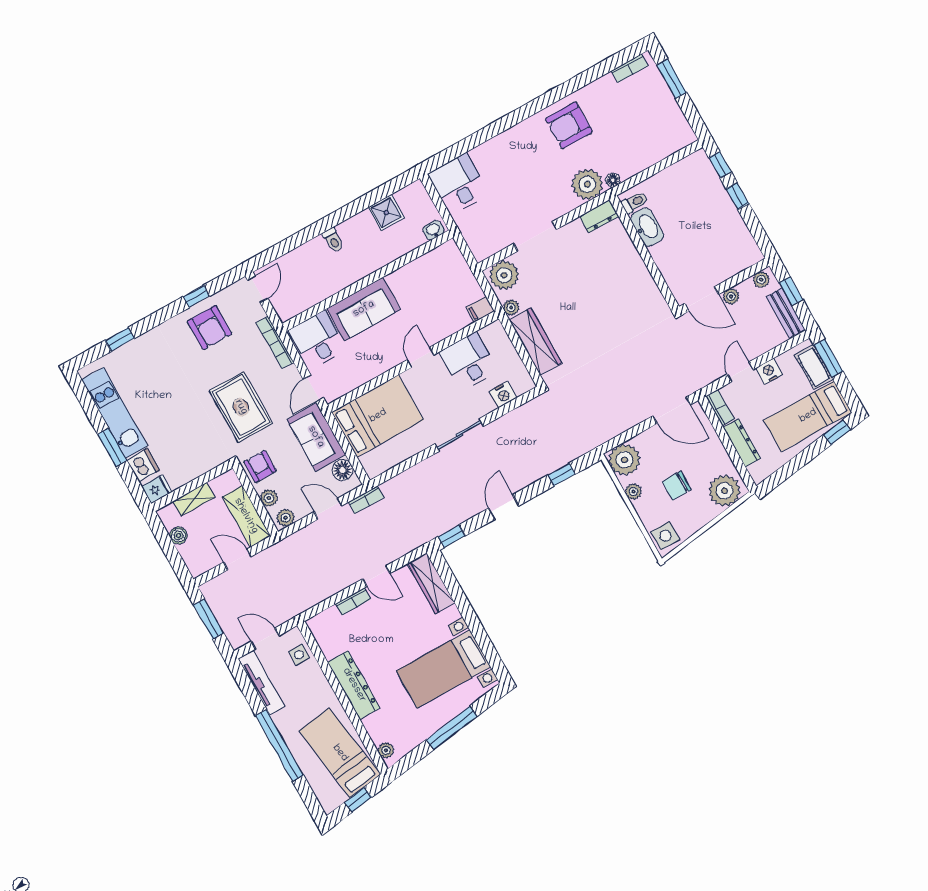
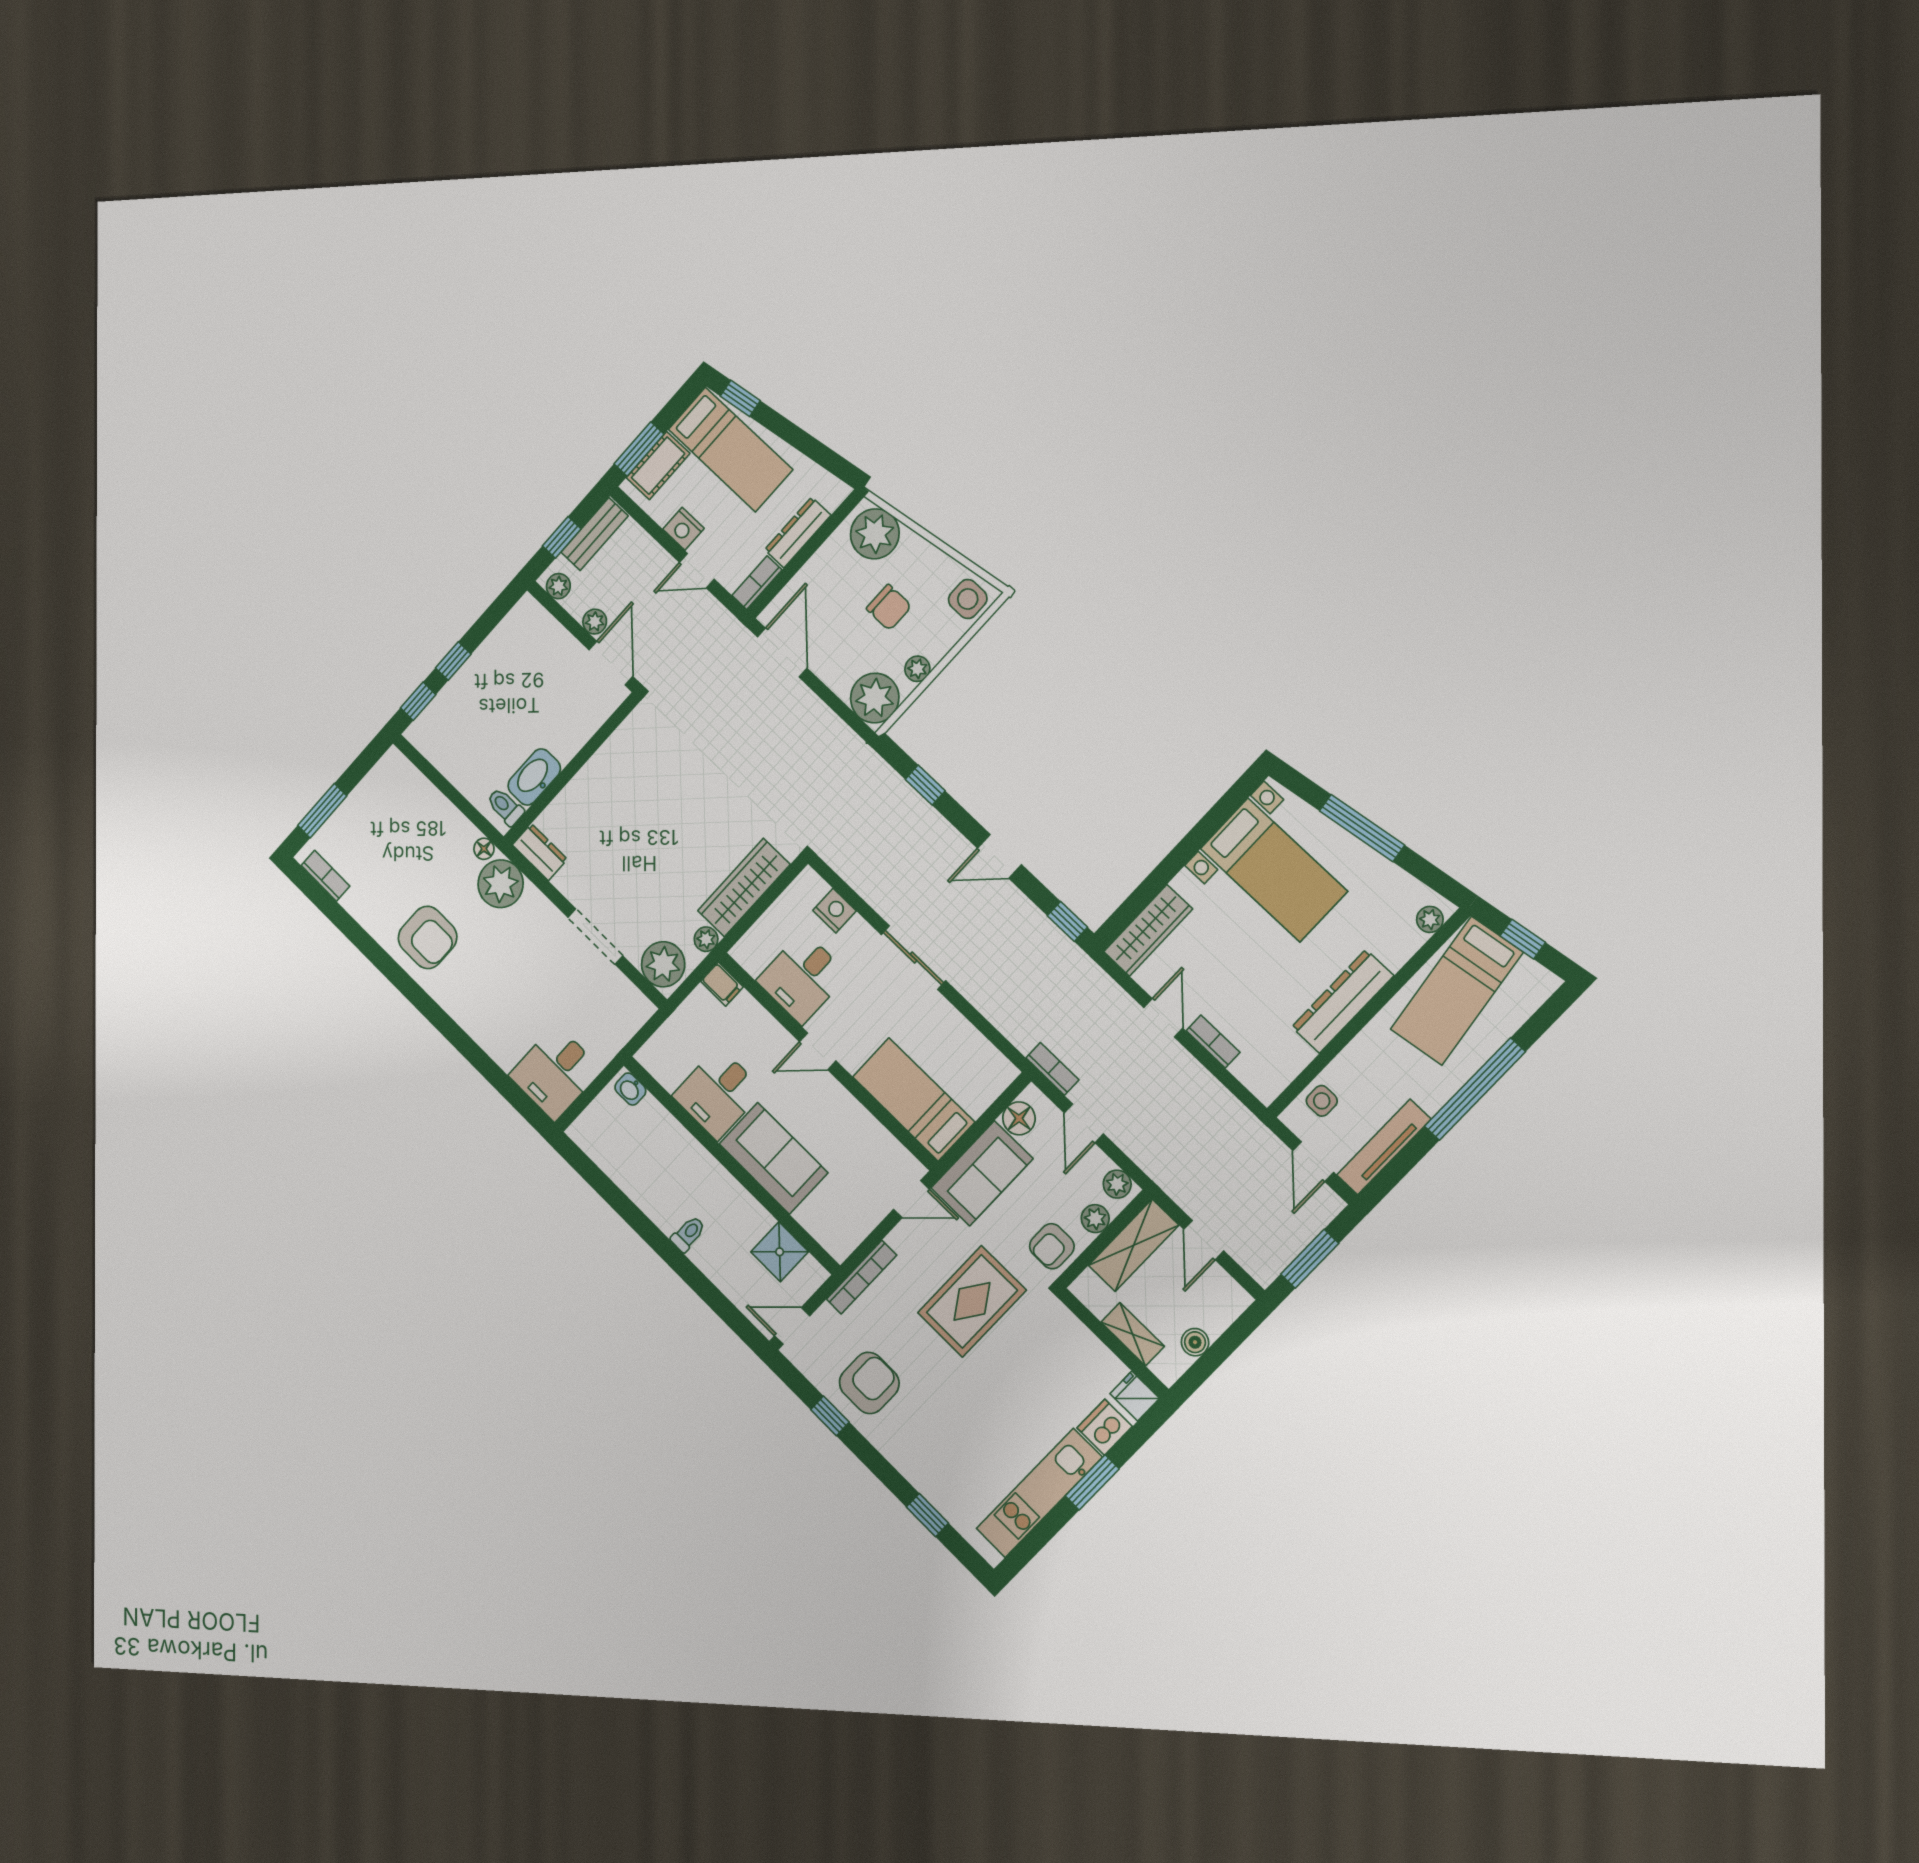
shower: (386, 212) -> (780, 1252), moved
desk: (317, 340) -> (718, 1093), moved
bed: (378, 416) -> (913, 1099), width x0.67

